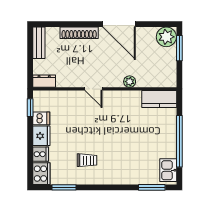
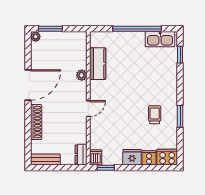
plant: (166, 37) -> (36, 37), width x0.53, depth x0.53
kitchen counter: (159, 99) -> (98, 64), moved
dishwasher: (41, 118) -> (96, 157), moved
kitchen sink: (168, 170) -> (160, 39), width x1.38
window: (64, 187) -> (180, 116), moved
window: (152, 187) -> (180, 55), width x0.67

